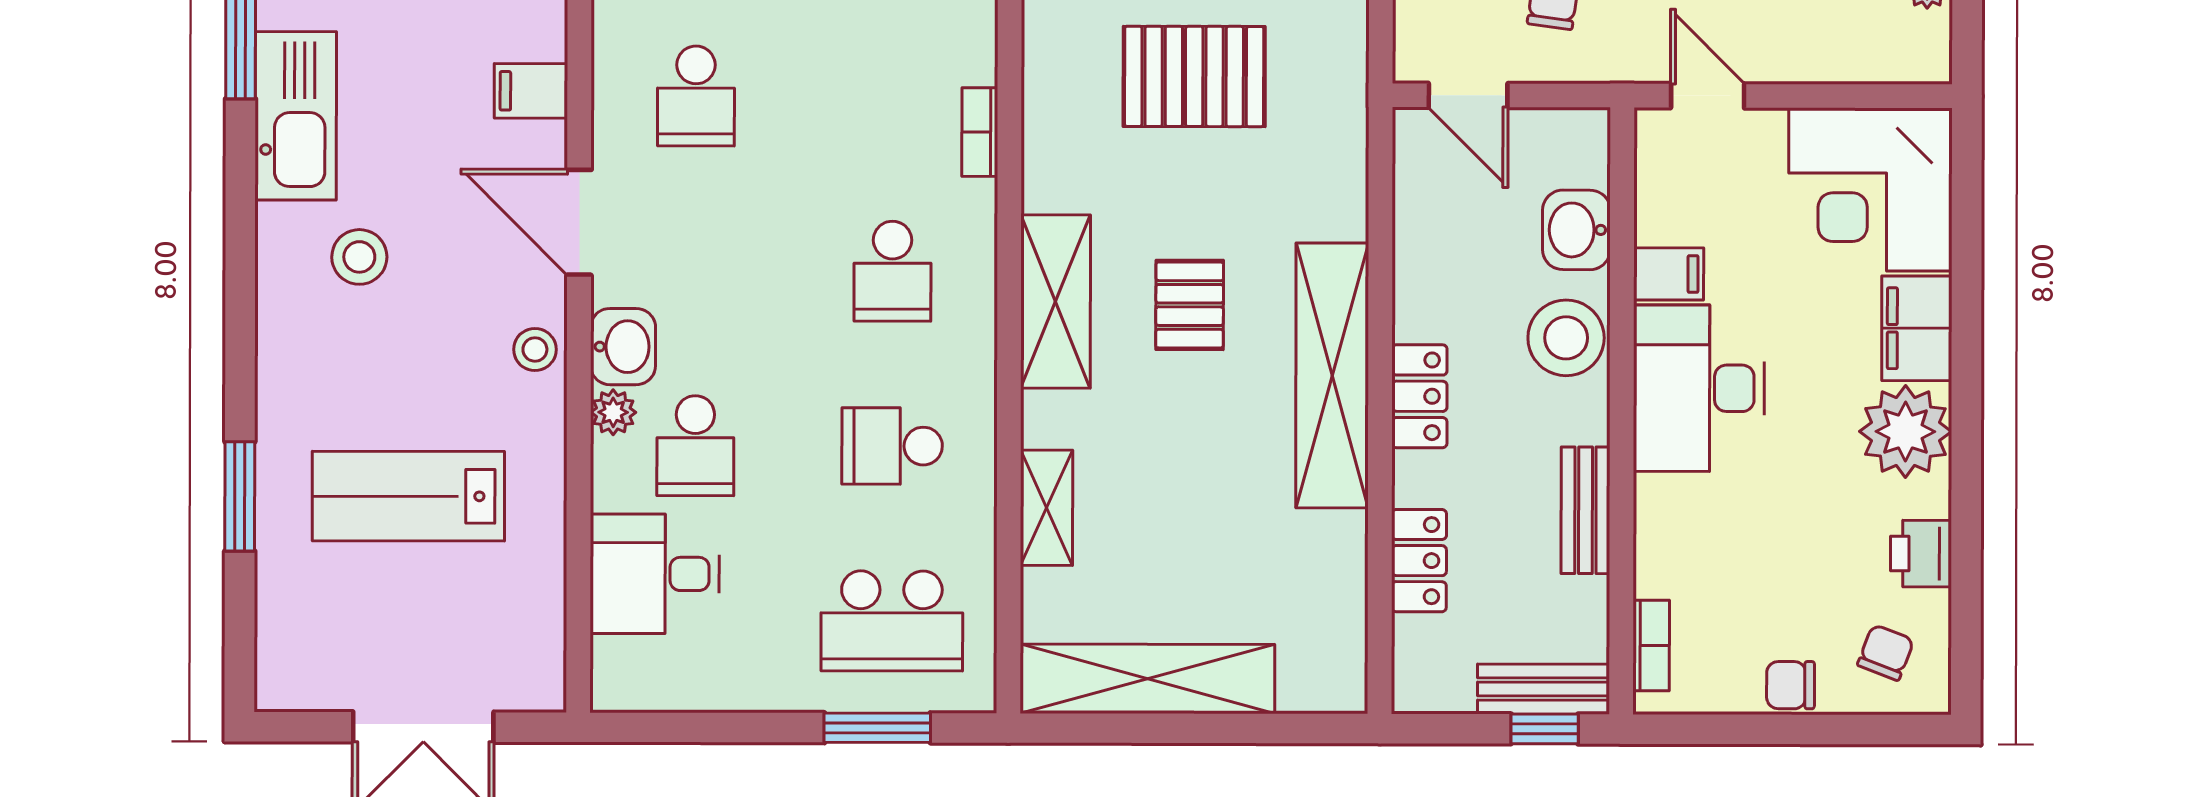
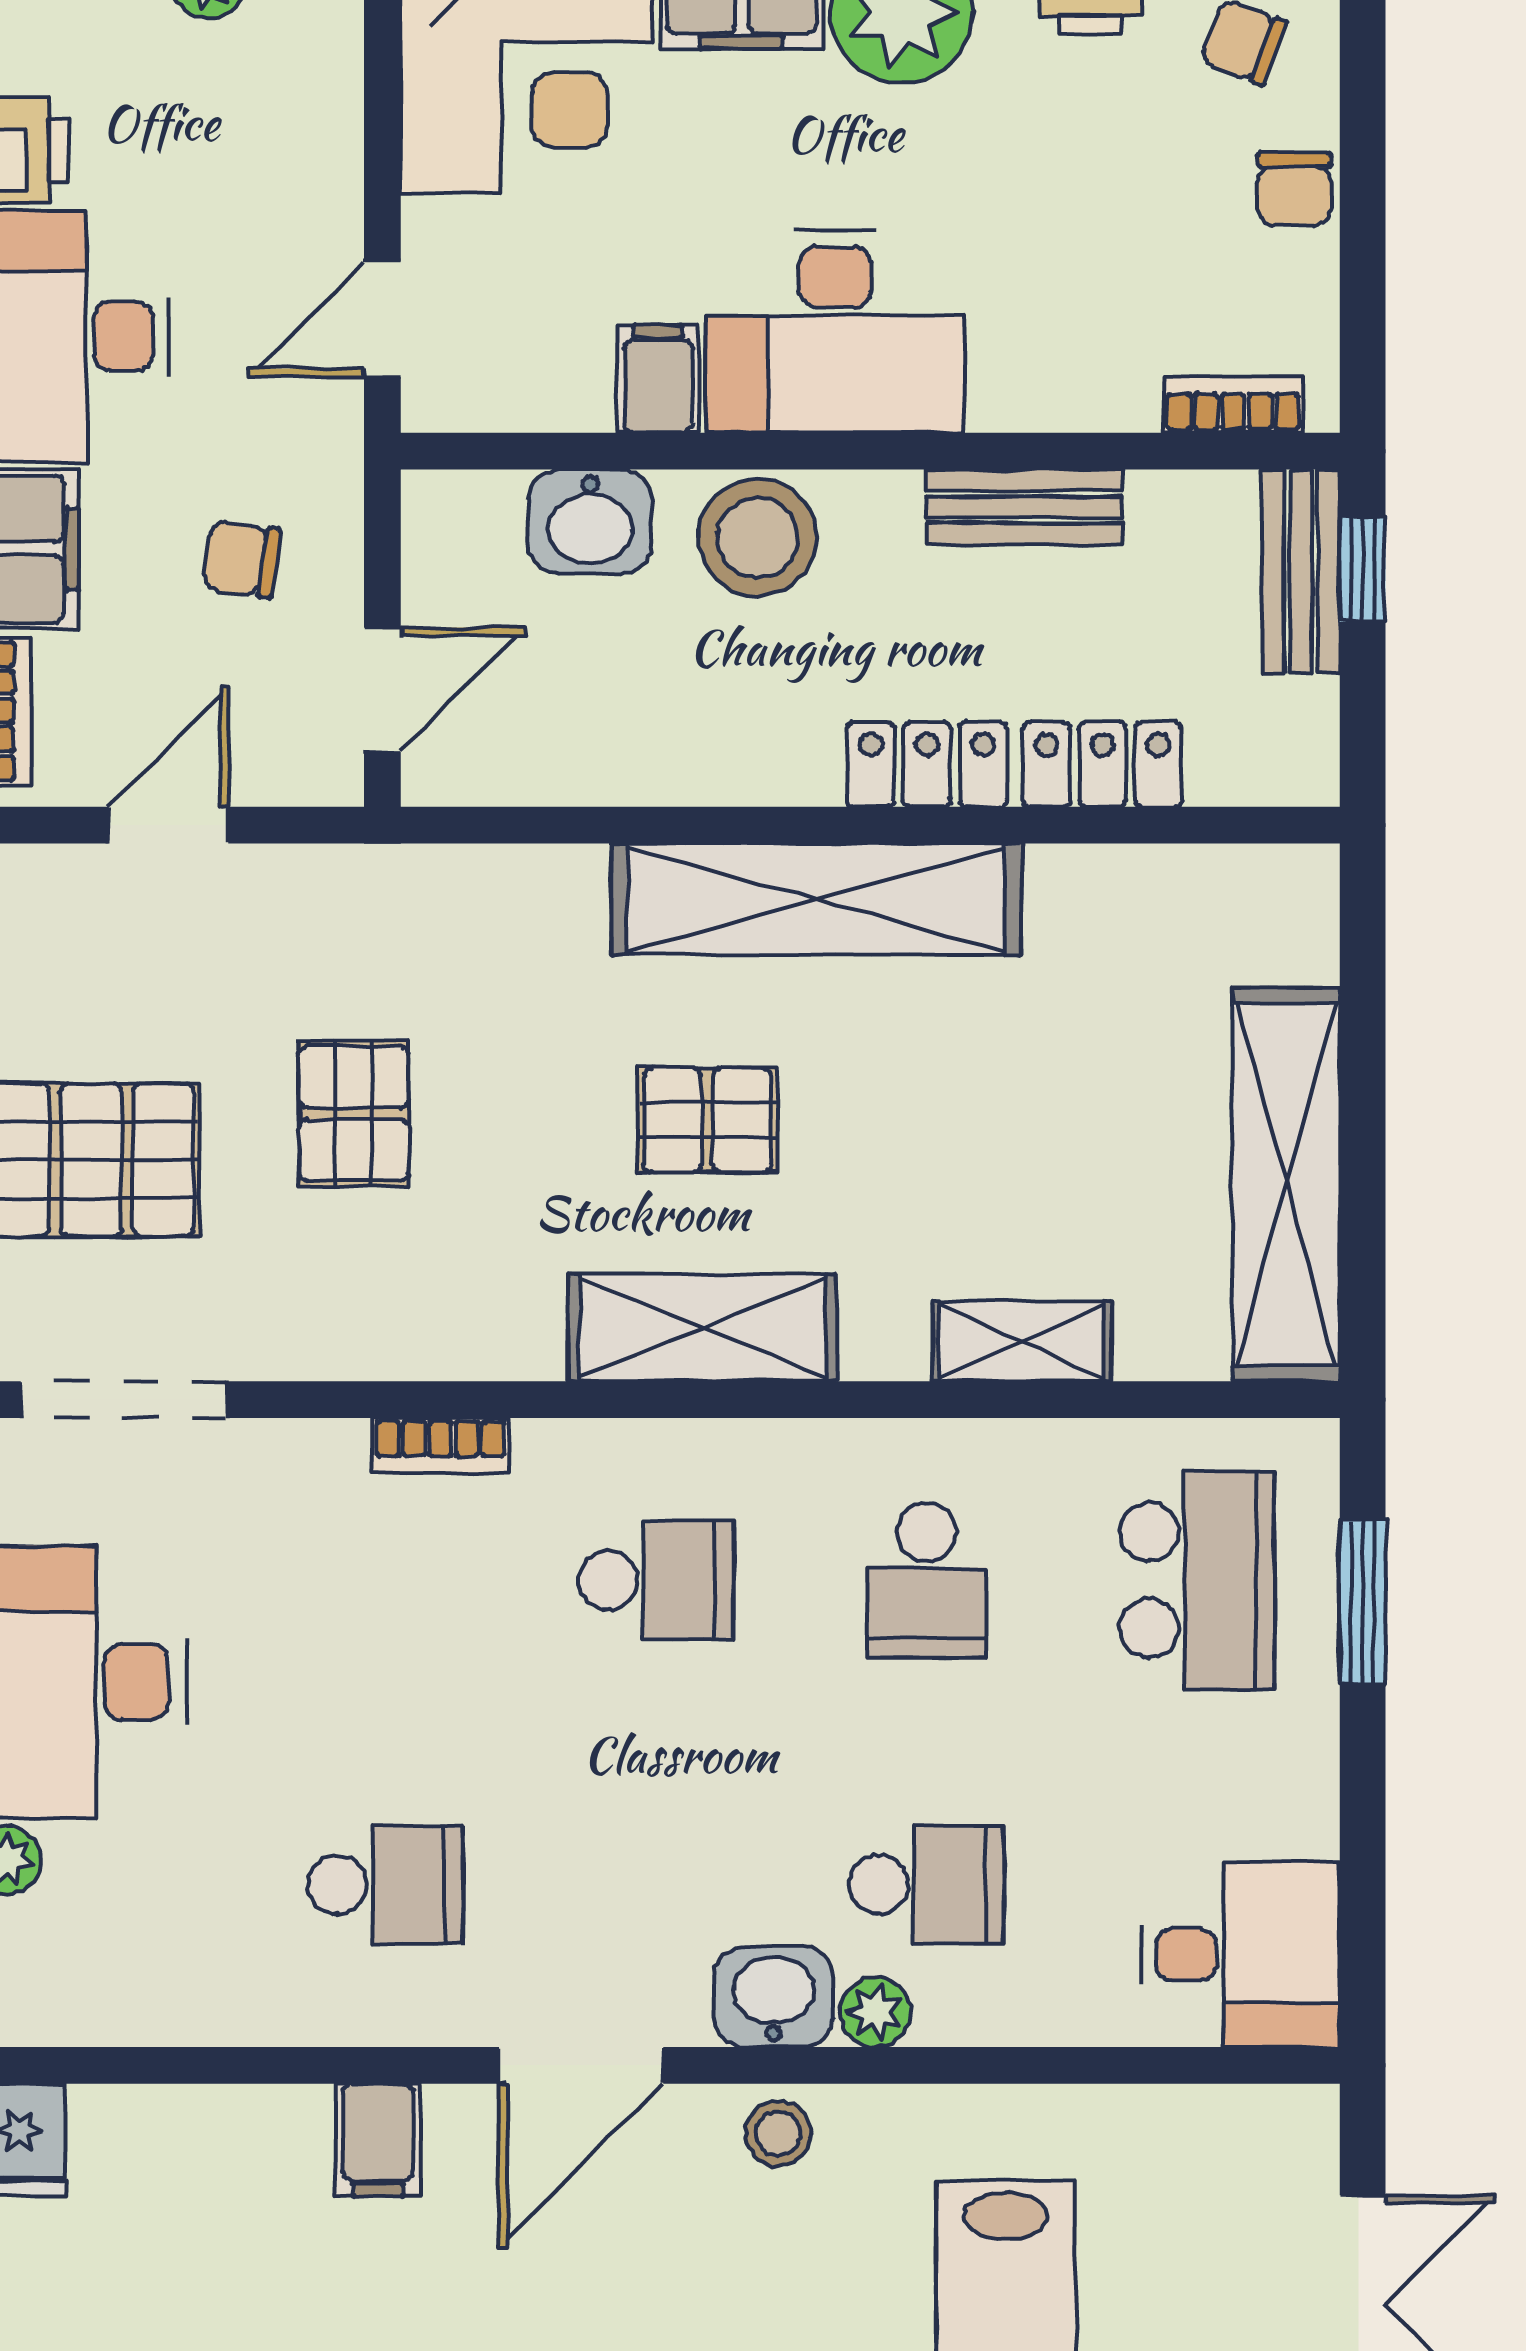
pallet: (1194, 76) -> (354, 1114), width x0.67, depth x0.71
locker: (1419, 396) -> (927, 764), moved
desk: (655, 574) -> (1240, 1954), moved, turned -90

